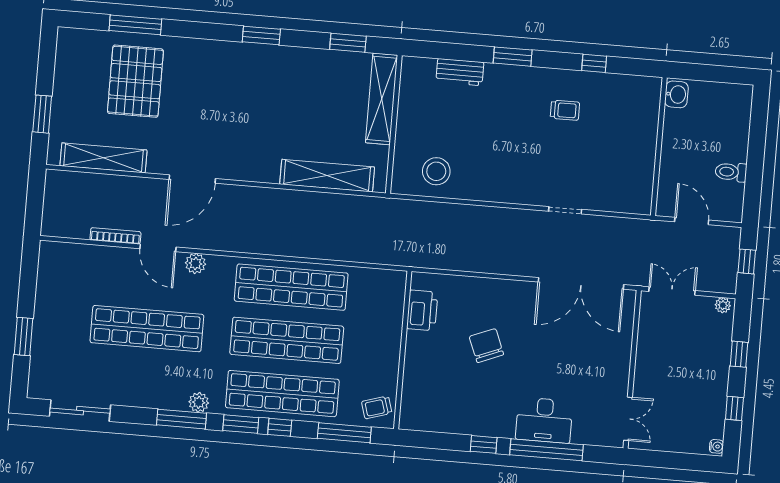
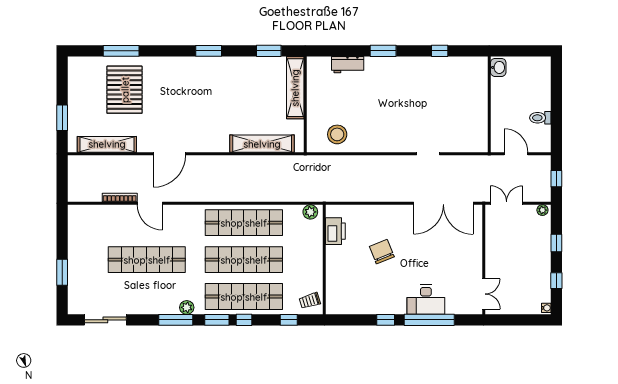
trolley: (565, 110) -> (422, 85), removed
plant: (195, 263) -> (310, 212), moved
window: (344, 433) -> (289, 320), width x0.46

